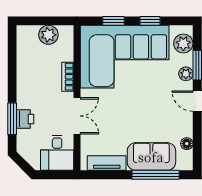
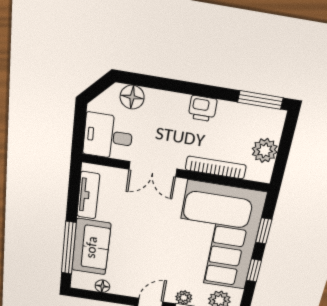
bookcase: (68, 77) -> (216, 168), width x1.56
window: (12, 119) -> (260, 100), moved
printer: (25, 119) -> (203, 109), moved
floor lamp: (25, 138) -> (132, 97), added

